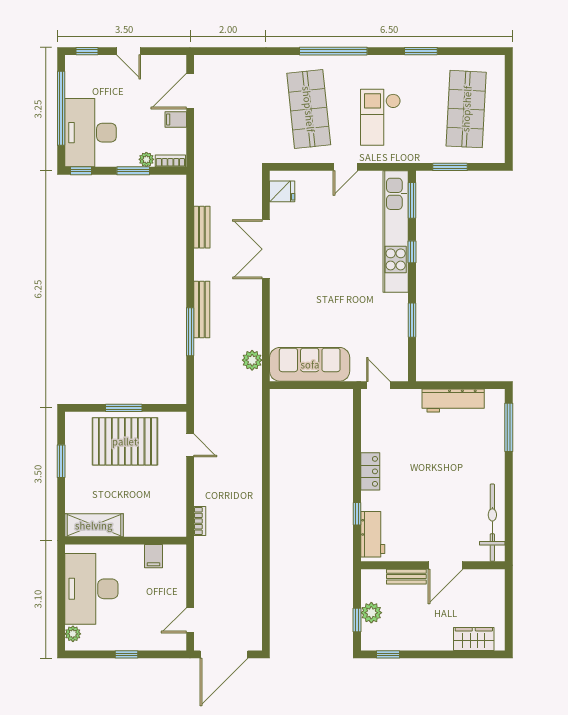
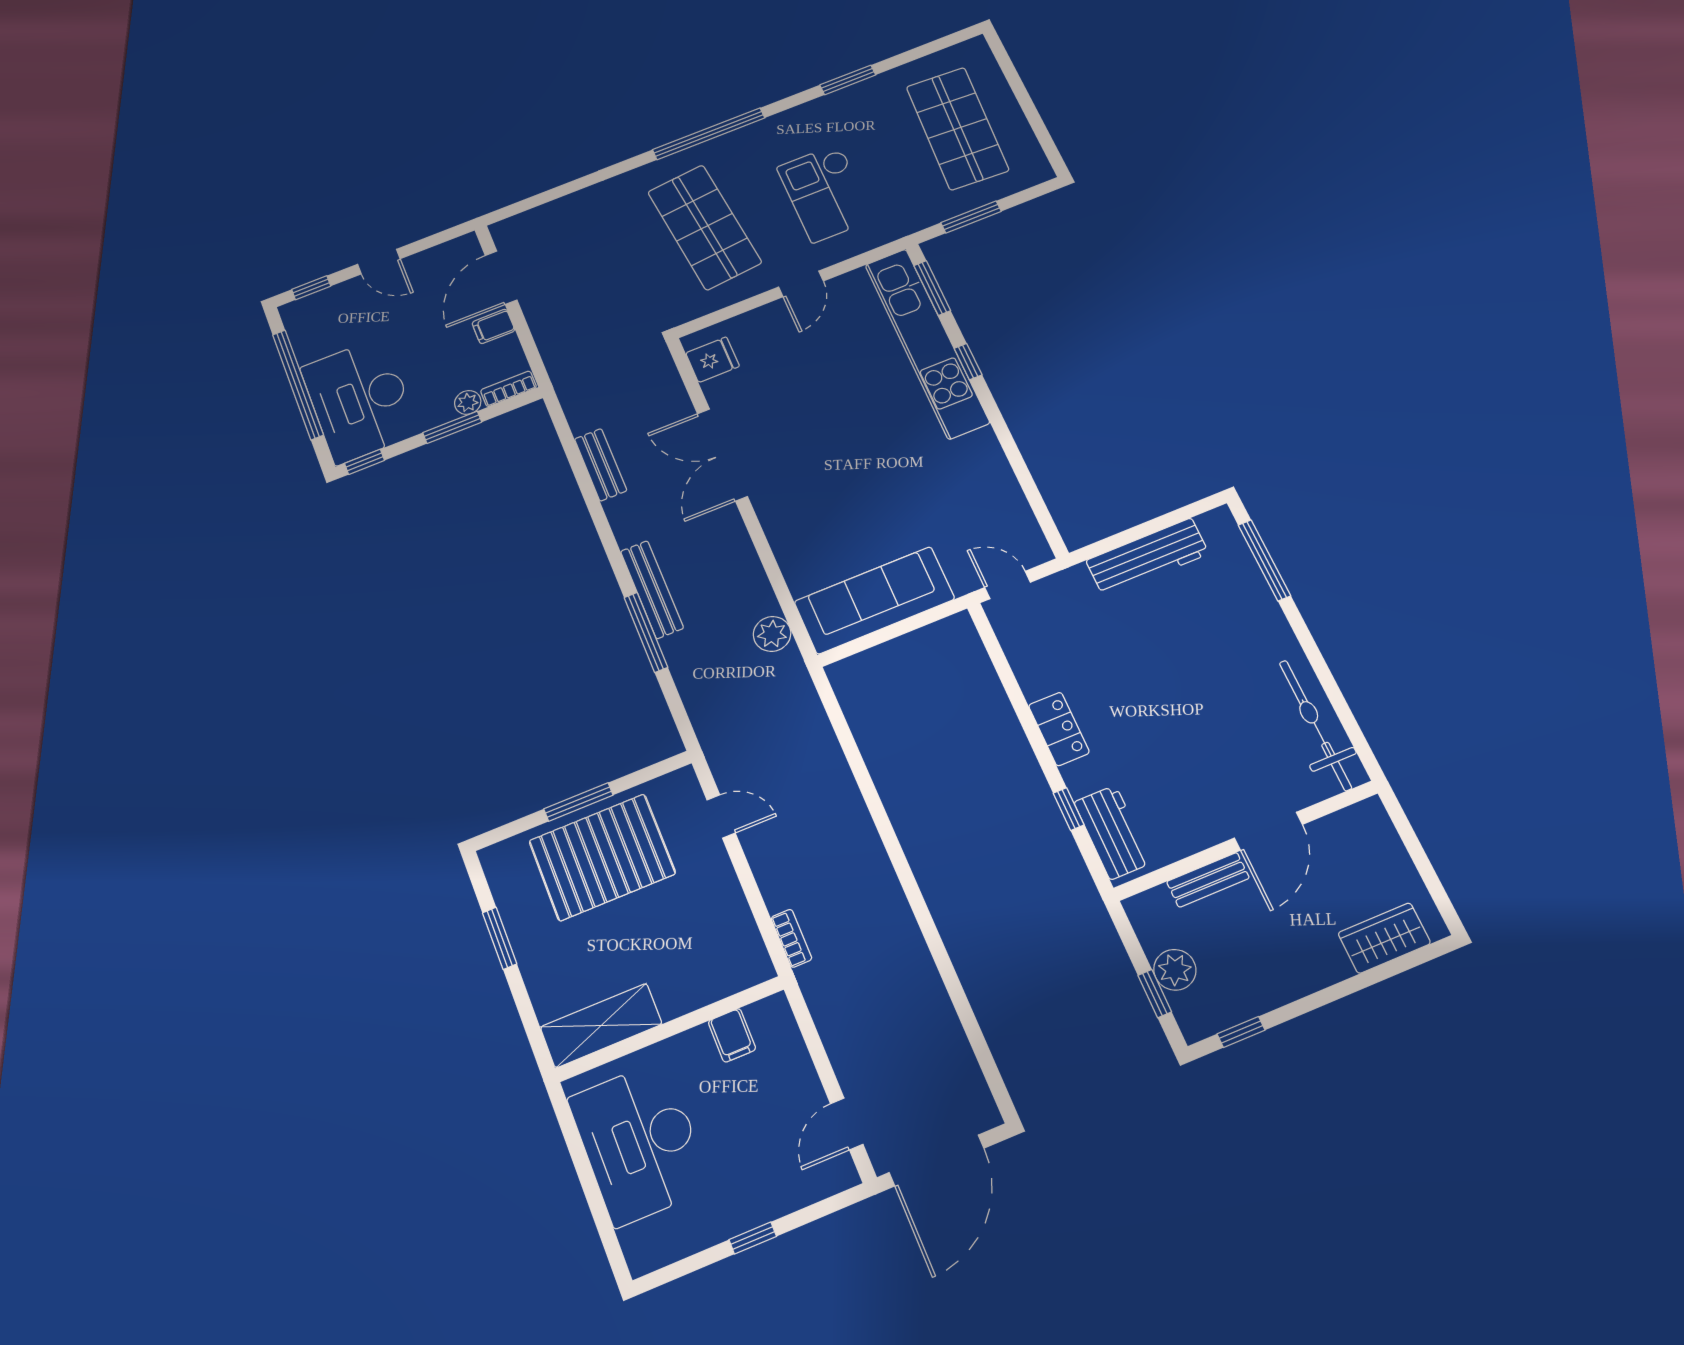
window: (412, 320) -> (1017, 462), removed
plant: (73, 634) -> (636, 1242), removed

